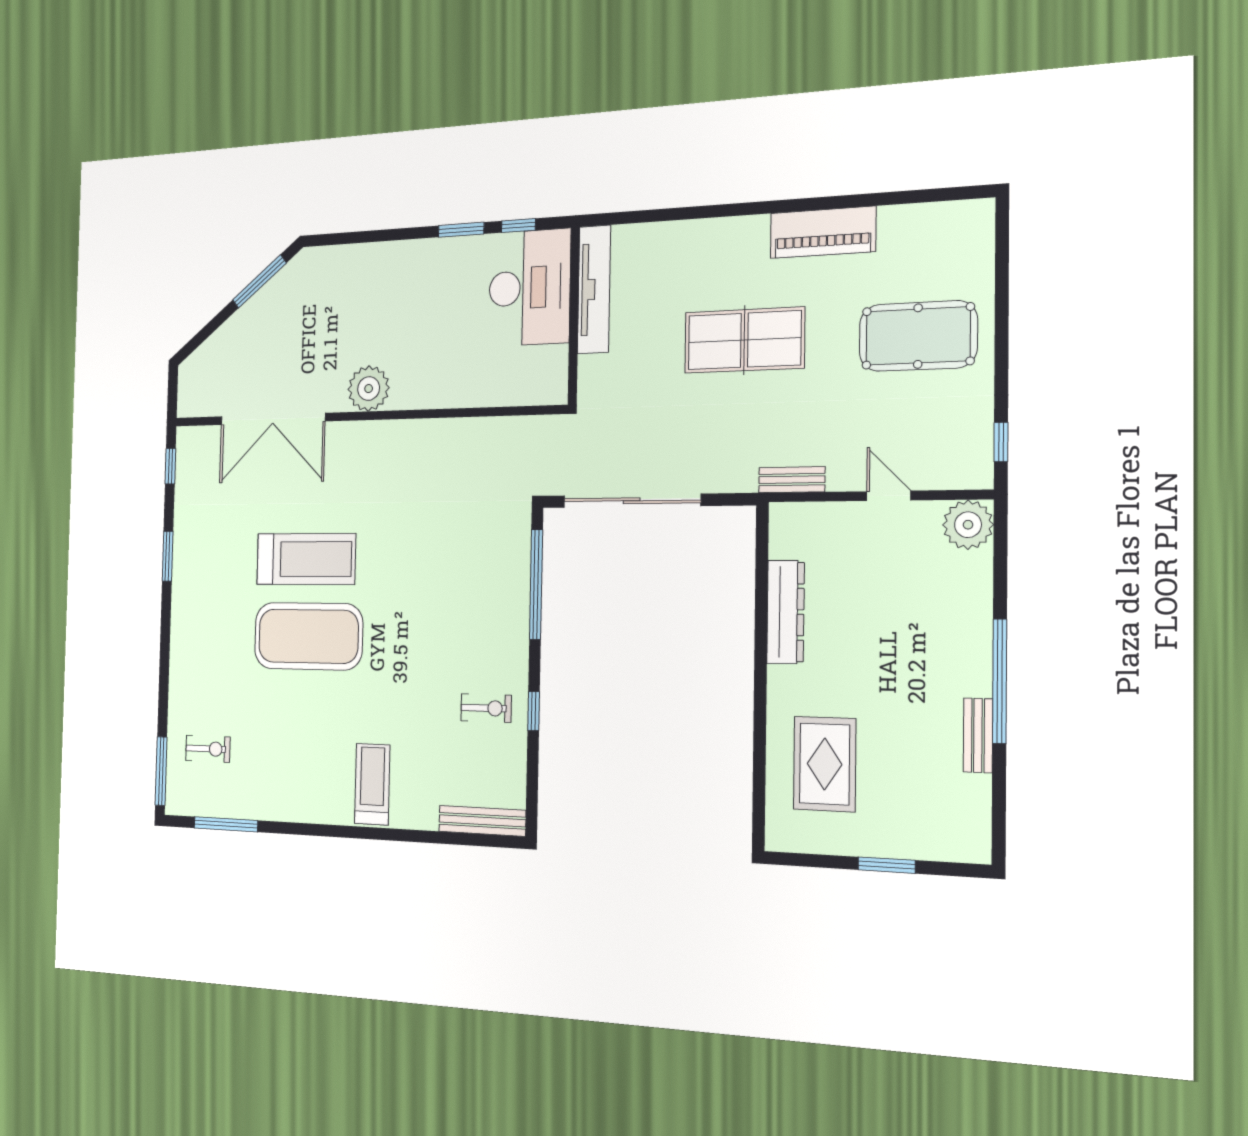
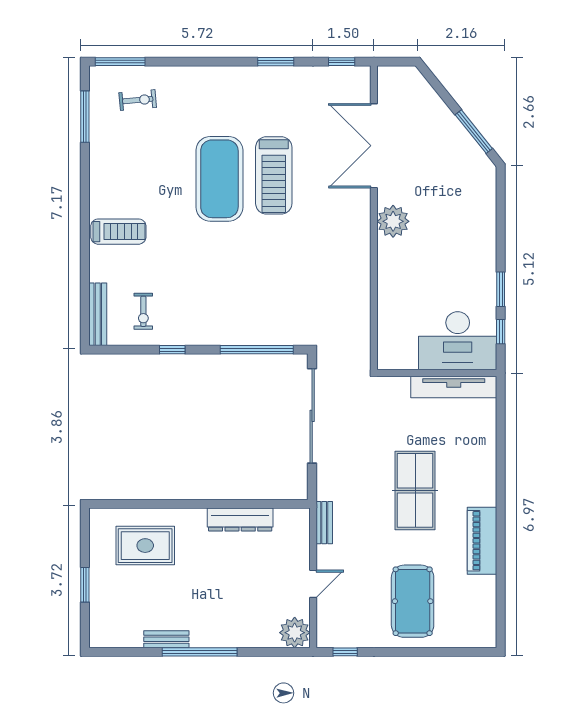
exercise bike: (486, 708) -> (143, 311), moved
exercise bike: (208, 749) -> (138, 100), turned -95

